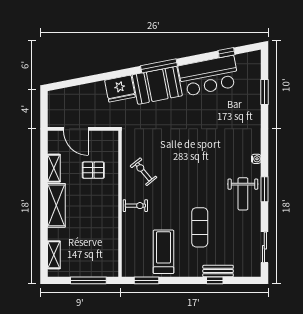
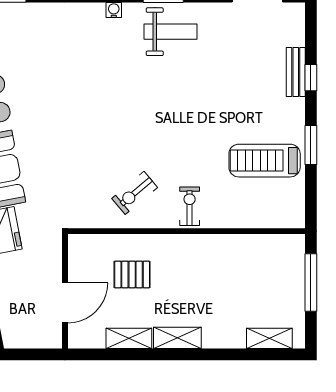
pallet: (93, 170) -> (132, 275), turned 90
shelving: (56, 205) -> (177, 338), width x0.67, depth x0.75
exercise mat: (200, 227) -> (225, 102), removed
window: (147, 280) -> (311, 145), moved

